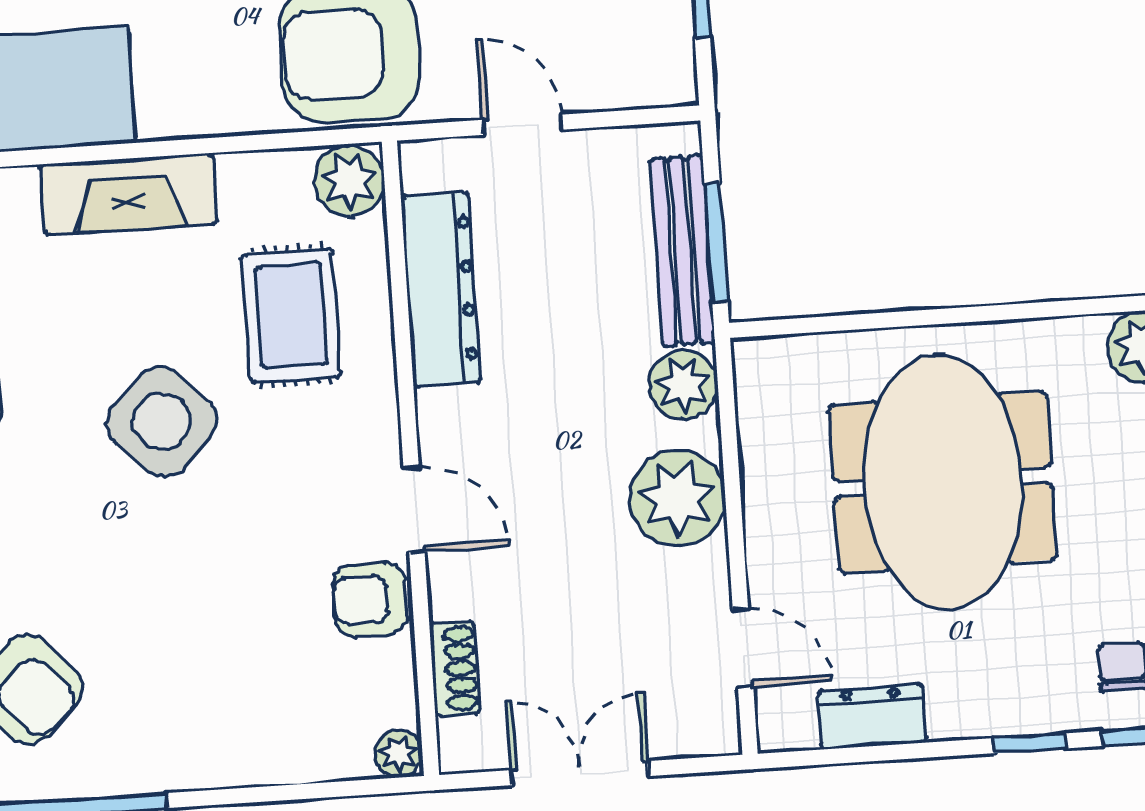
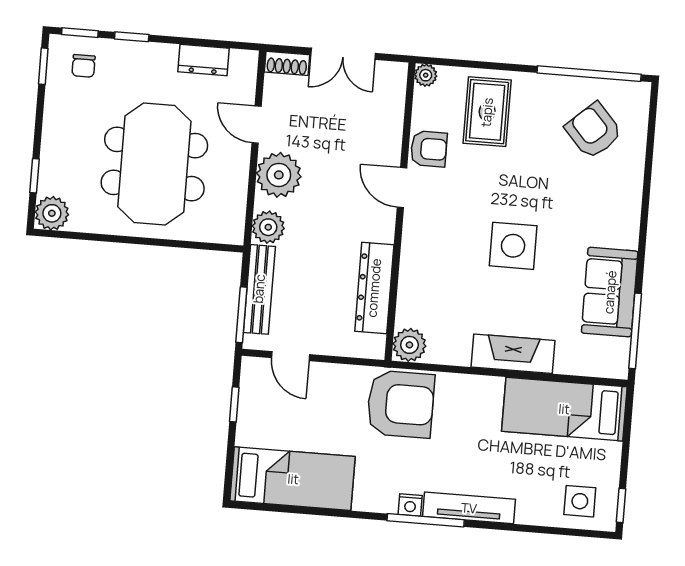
door: (522, 125) -> (291, 356), moved
window: (716, 243) -> (241, 315), moved
rug: (291, 316) -> (487, 112), moved
side table: (162, 422) -> (513, 246), turned 45
door: (743, 648) -> (257, 125), moved
shoe rack: (455, 669) -> (287, 63), moved, turned -90

